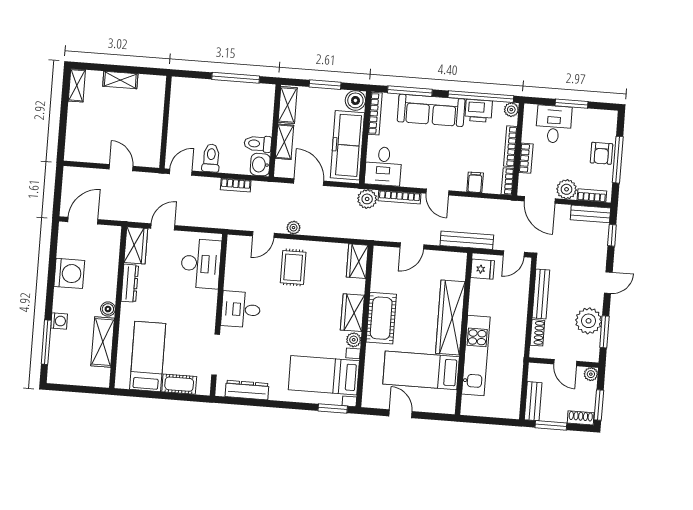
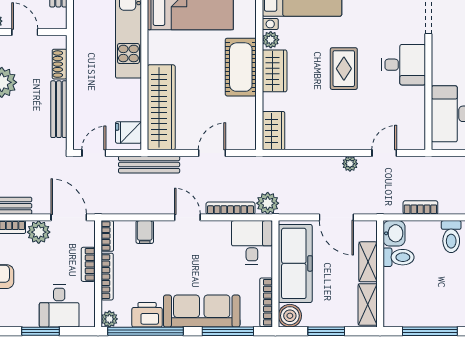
rug: (293, 267) -> (344, 69), moved
wardrobe: (450, 317) -> (161, 107), moved

